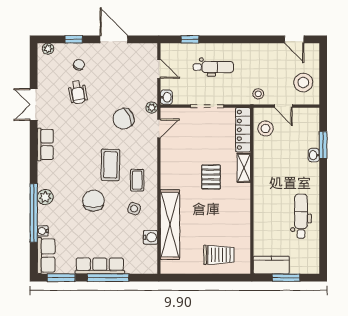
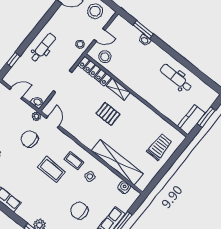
dental chair: (213, 67) -> (43, 48), moved
chair: (123, 119) -> (30, 139), turned 116
chair: (93, 201) -> (79, 211), moved
water cooler: (150, 237) -> (124, 187), moved

